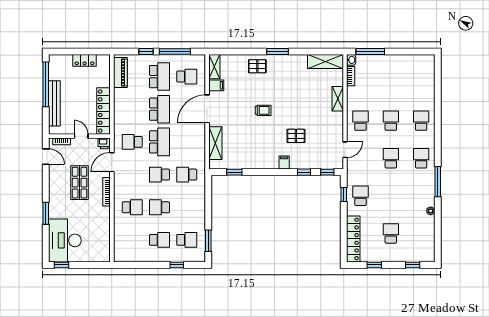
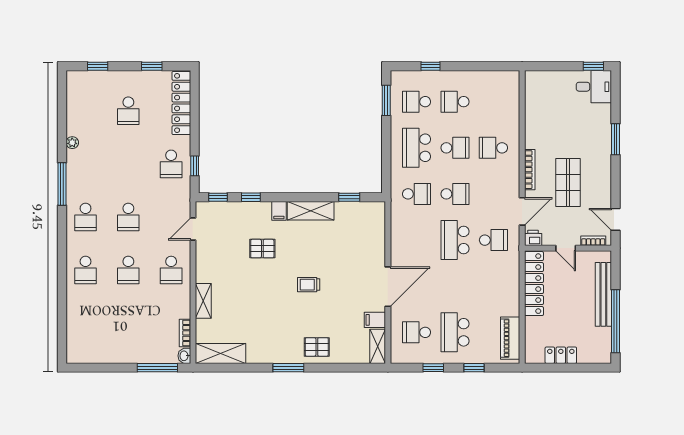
window: (175, 52) -> (433, 368), width x0.46
school desk: (159, 109) -> (417, 148), moved
shelving: (215, 143) -> (311, 211), moved, turned 90
desk: (65, 240) -> (594, 87), width x0.53, depth x0.77

